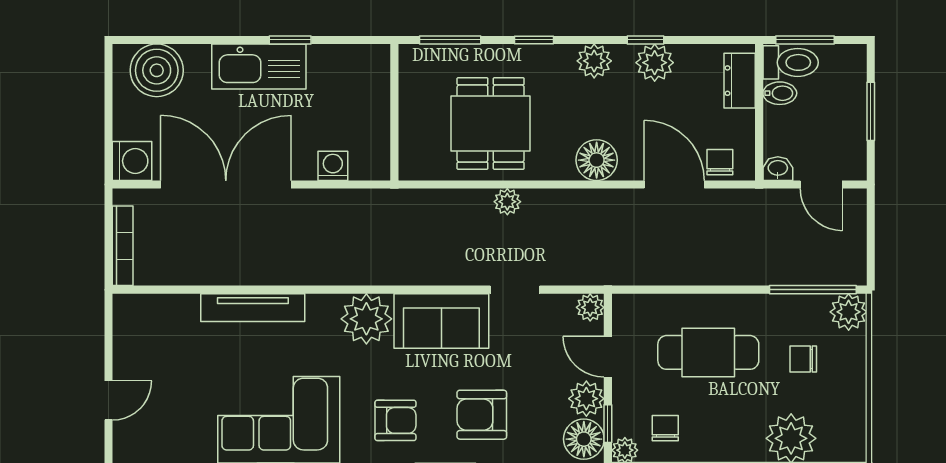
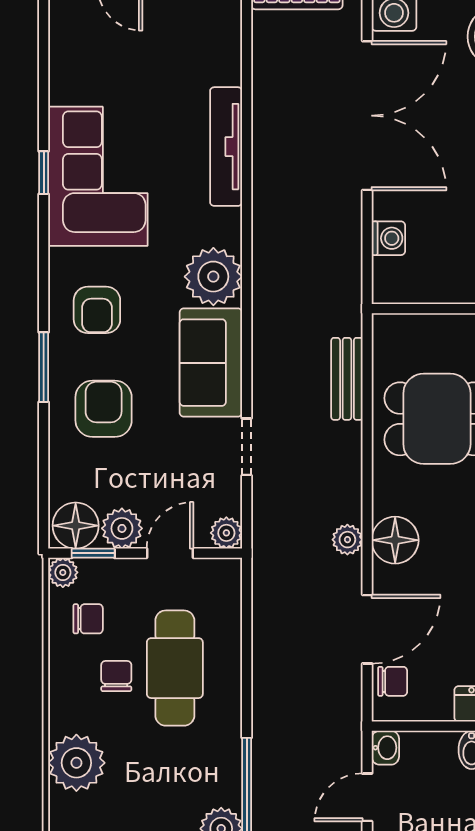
bench: (456, 202) -> (347, 379), added
plant: (507, 202) -> (347, 540), moved
chair: (803, 359) -> (116, 676), moved

